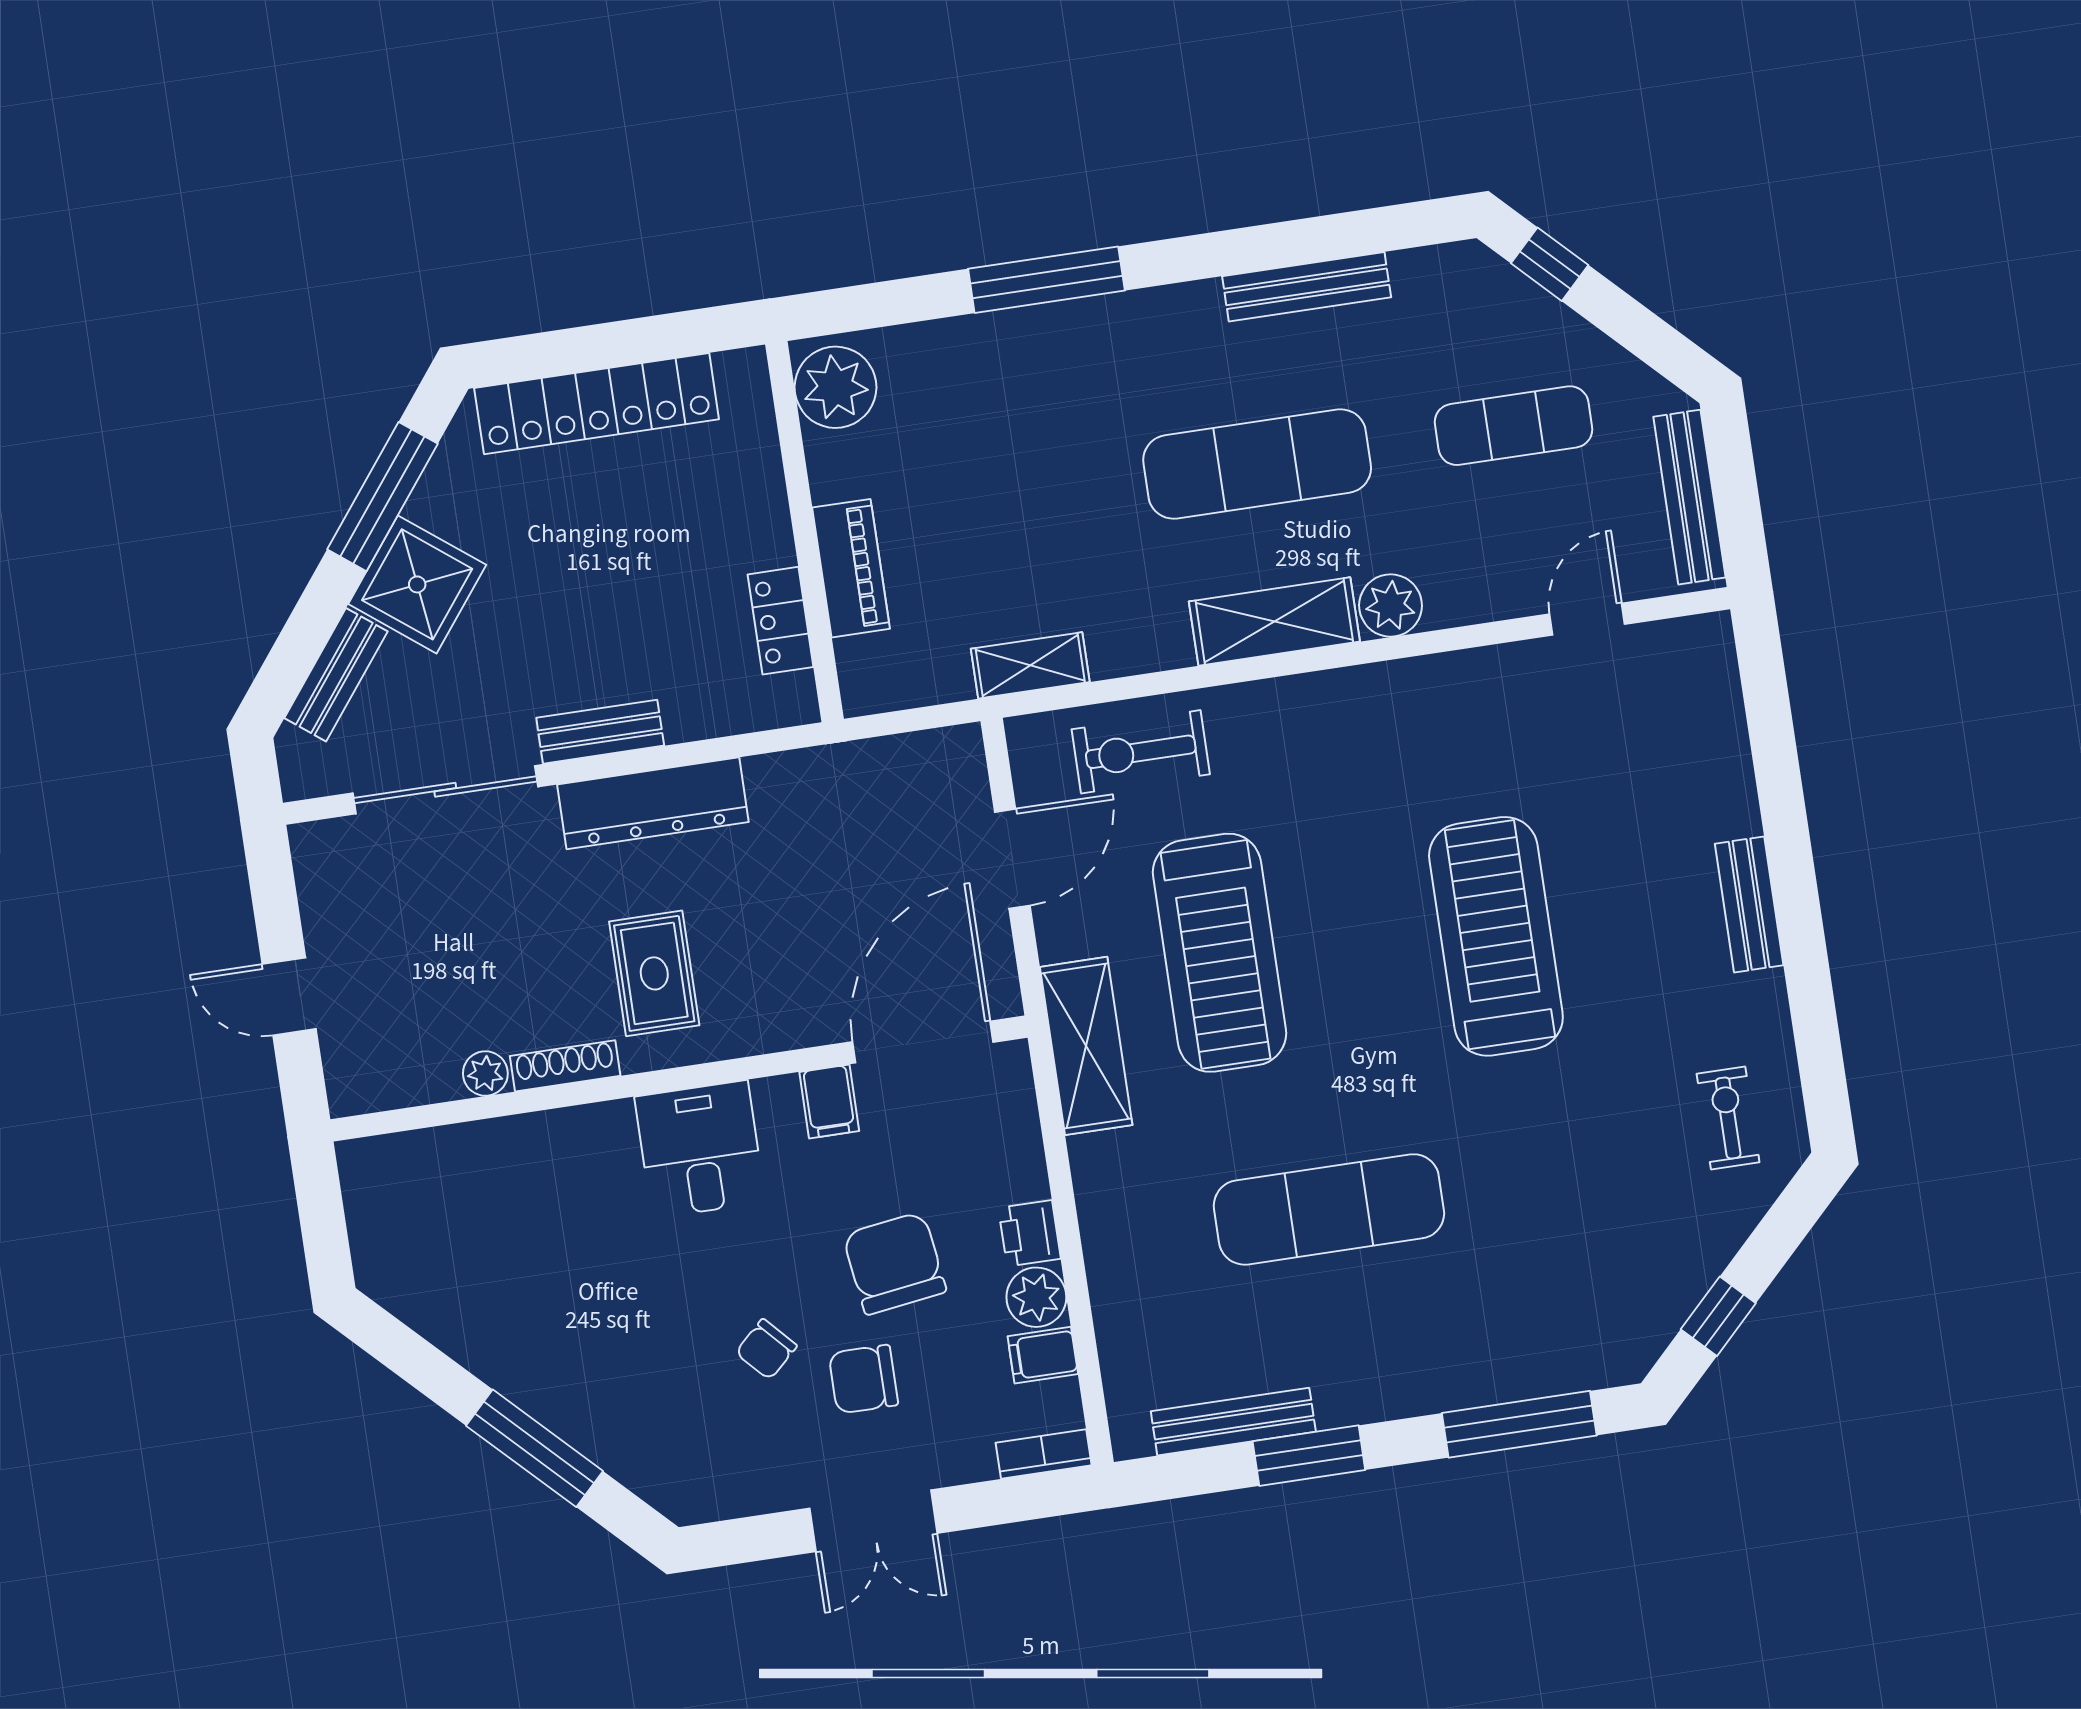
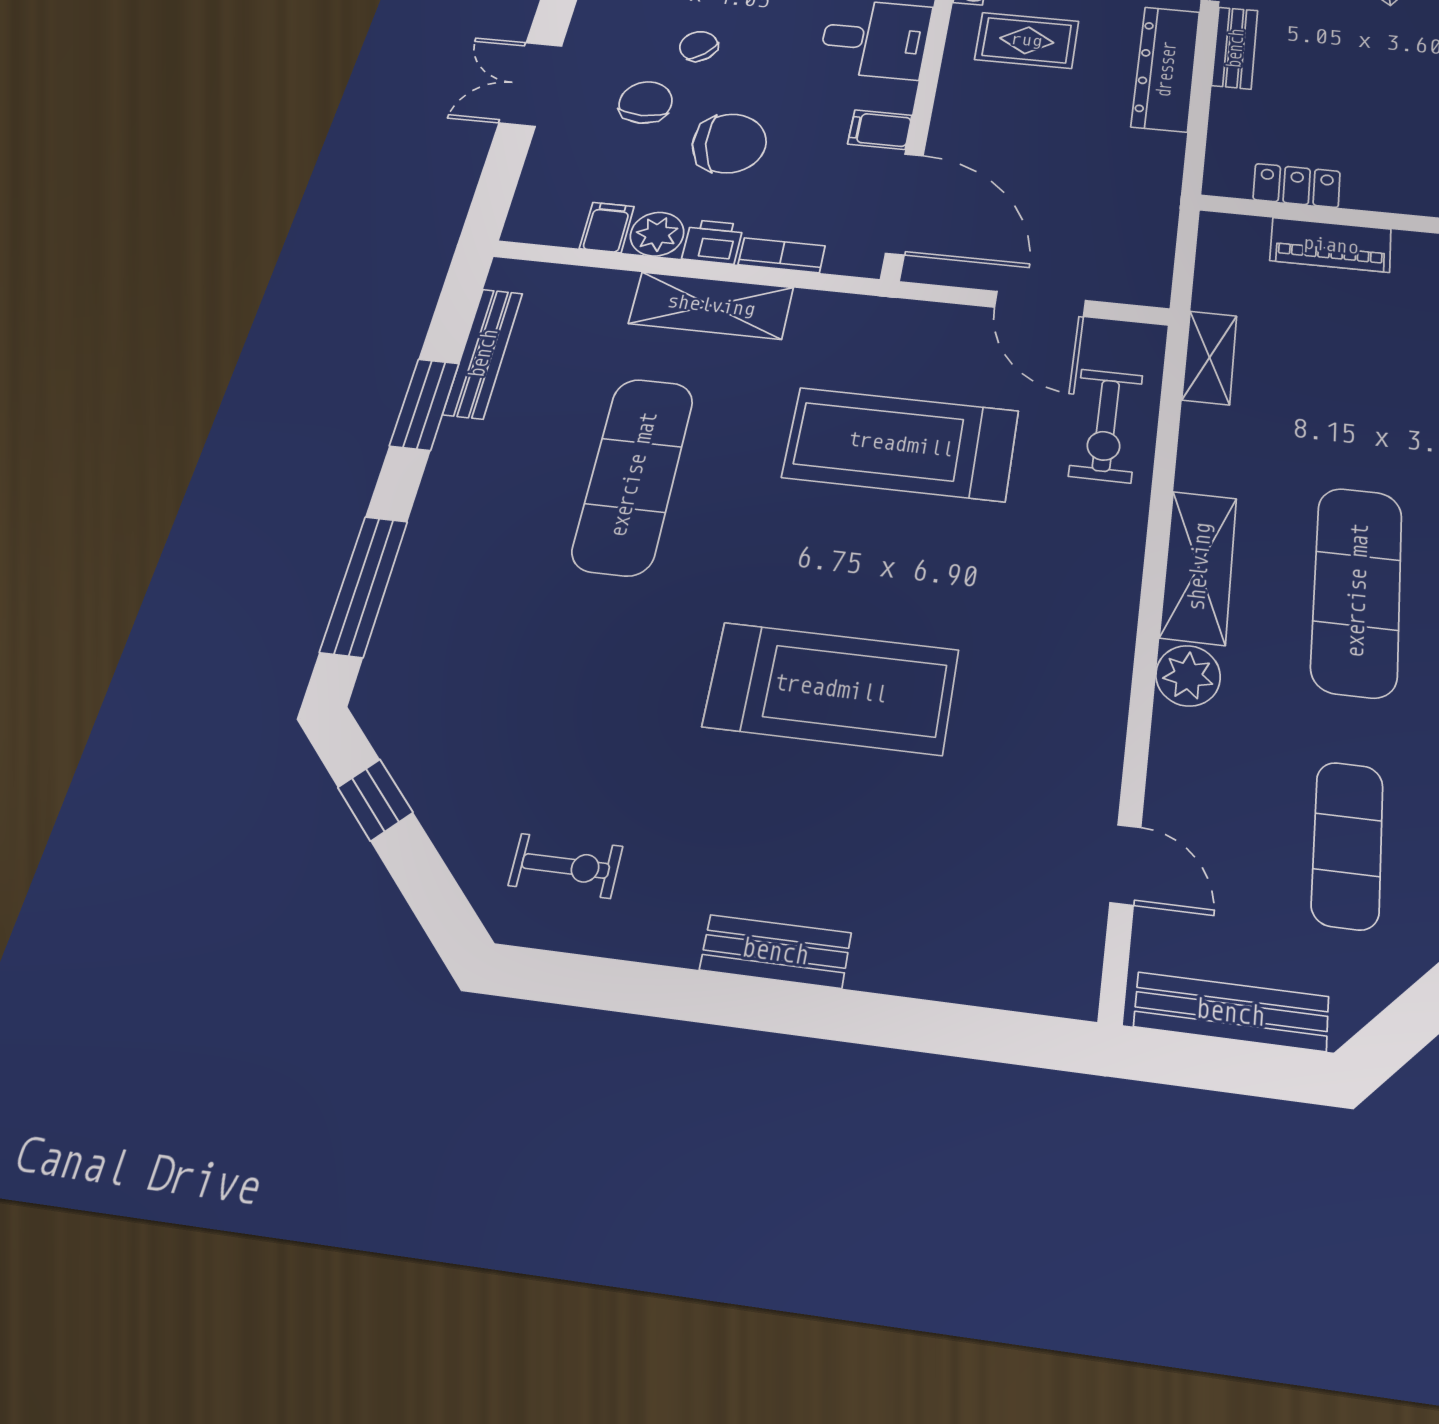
exercise bike: (1141, 752) -> (1106, 425), turned 180
shelving: (1086, 1046) -> (711, 305), moved
bookcase: (1044, 1454) -> (782, 255), moved, turned -90

